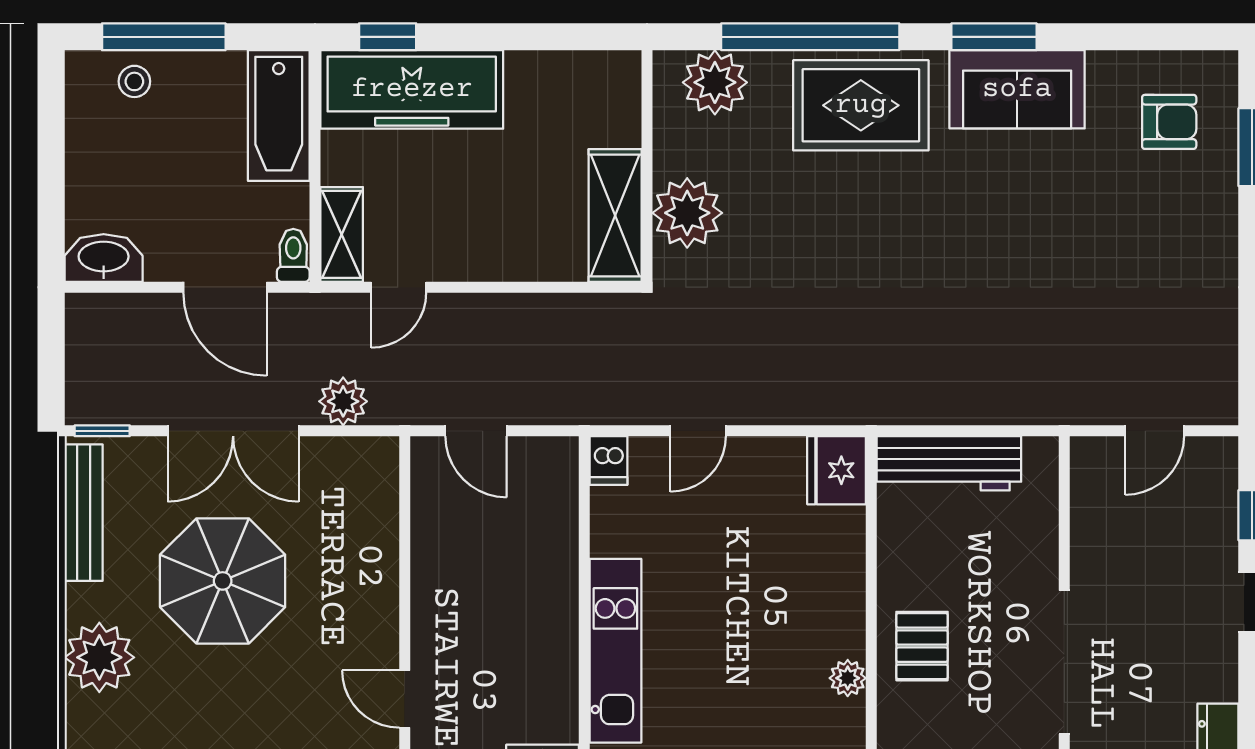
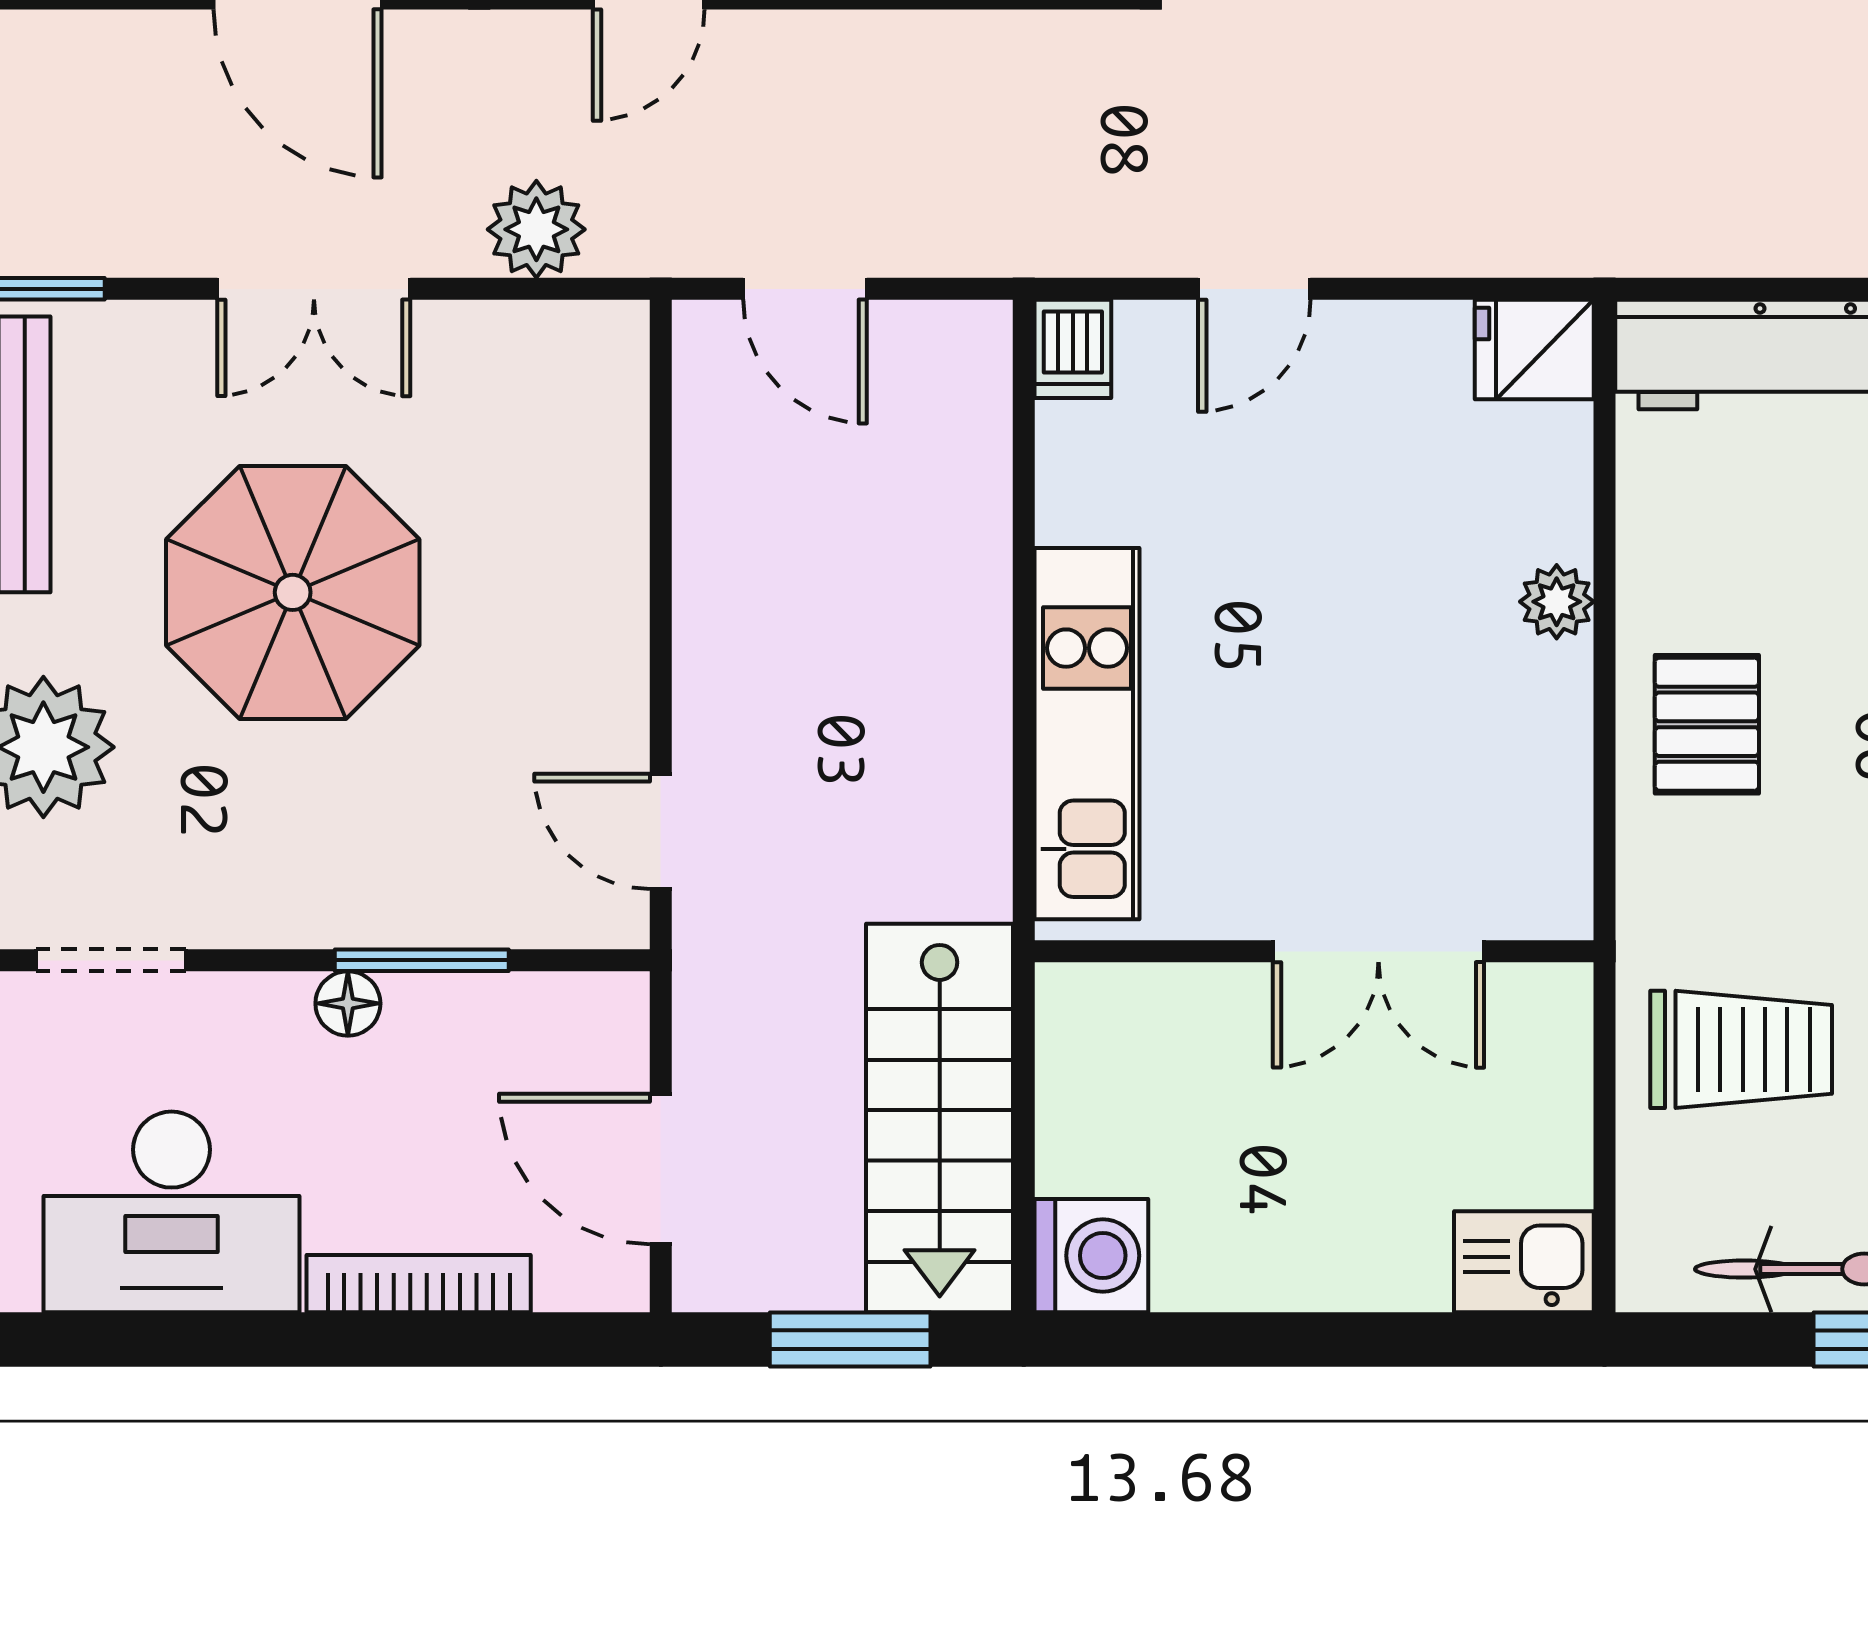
double door: (233, 431) -> (314, 289), width x0.73
fridge: (837, 470) -> (1534, 349), width x0.72
plant: (848, 678) -> (1557, 602), moved

